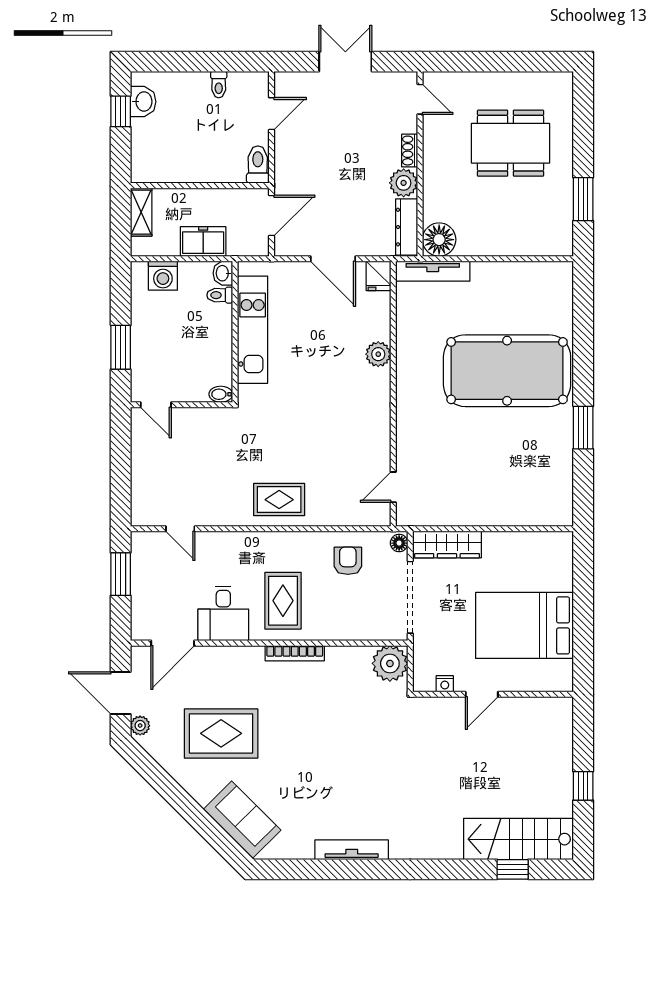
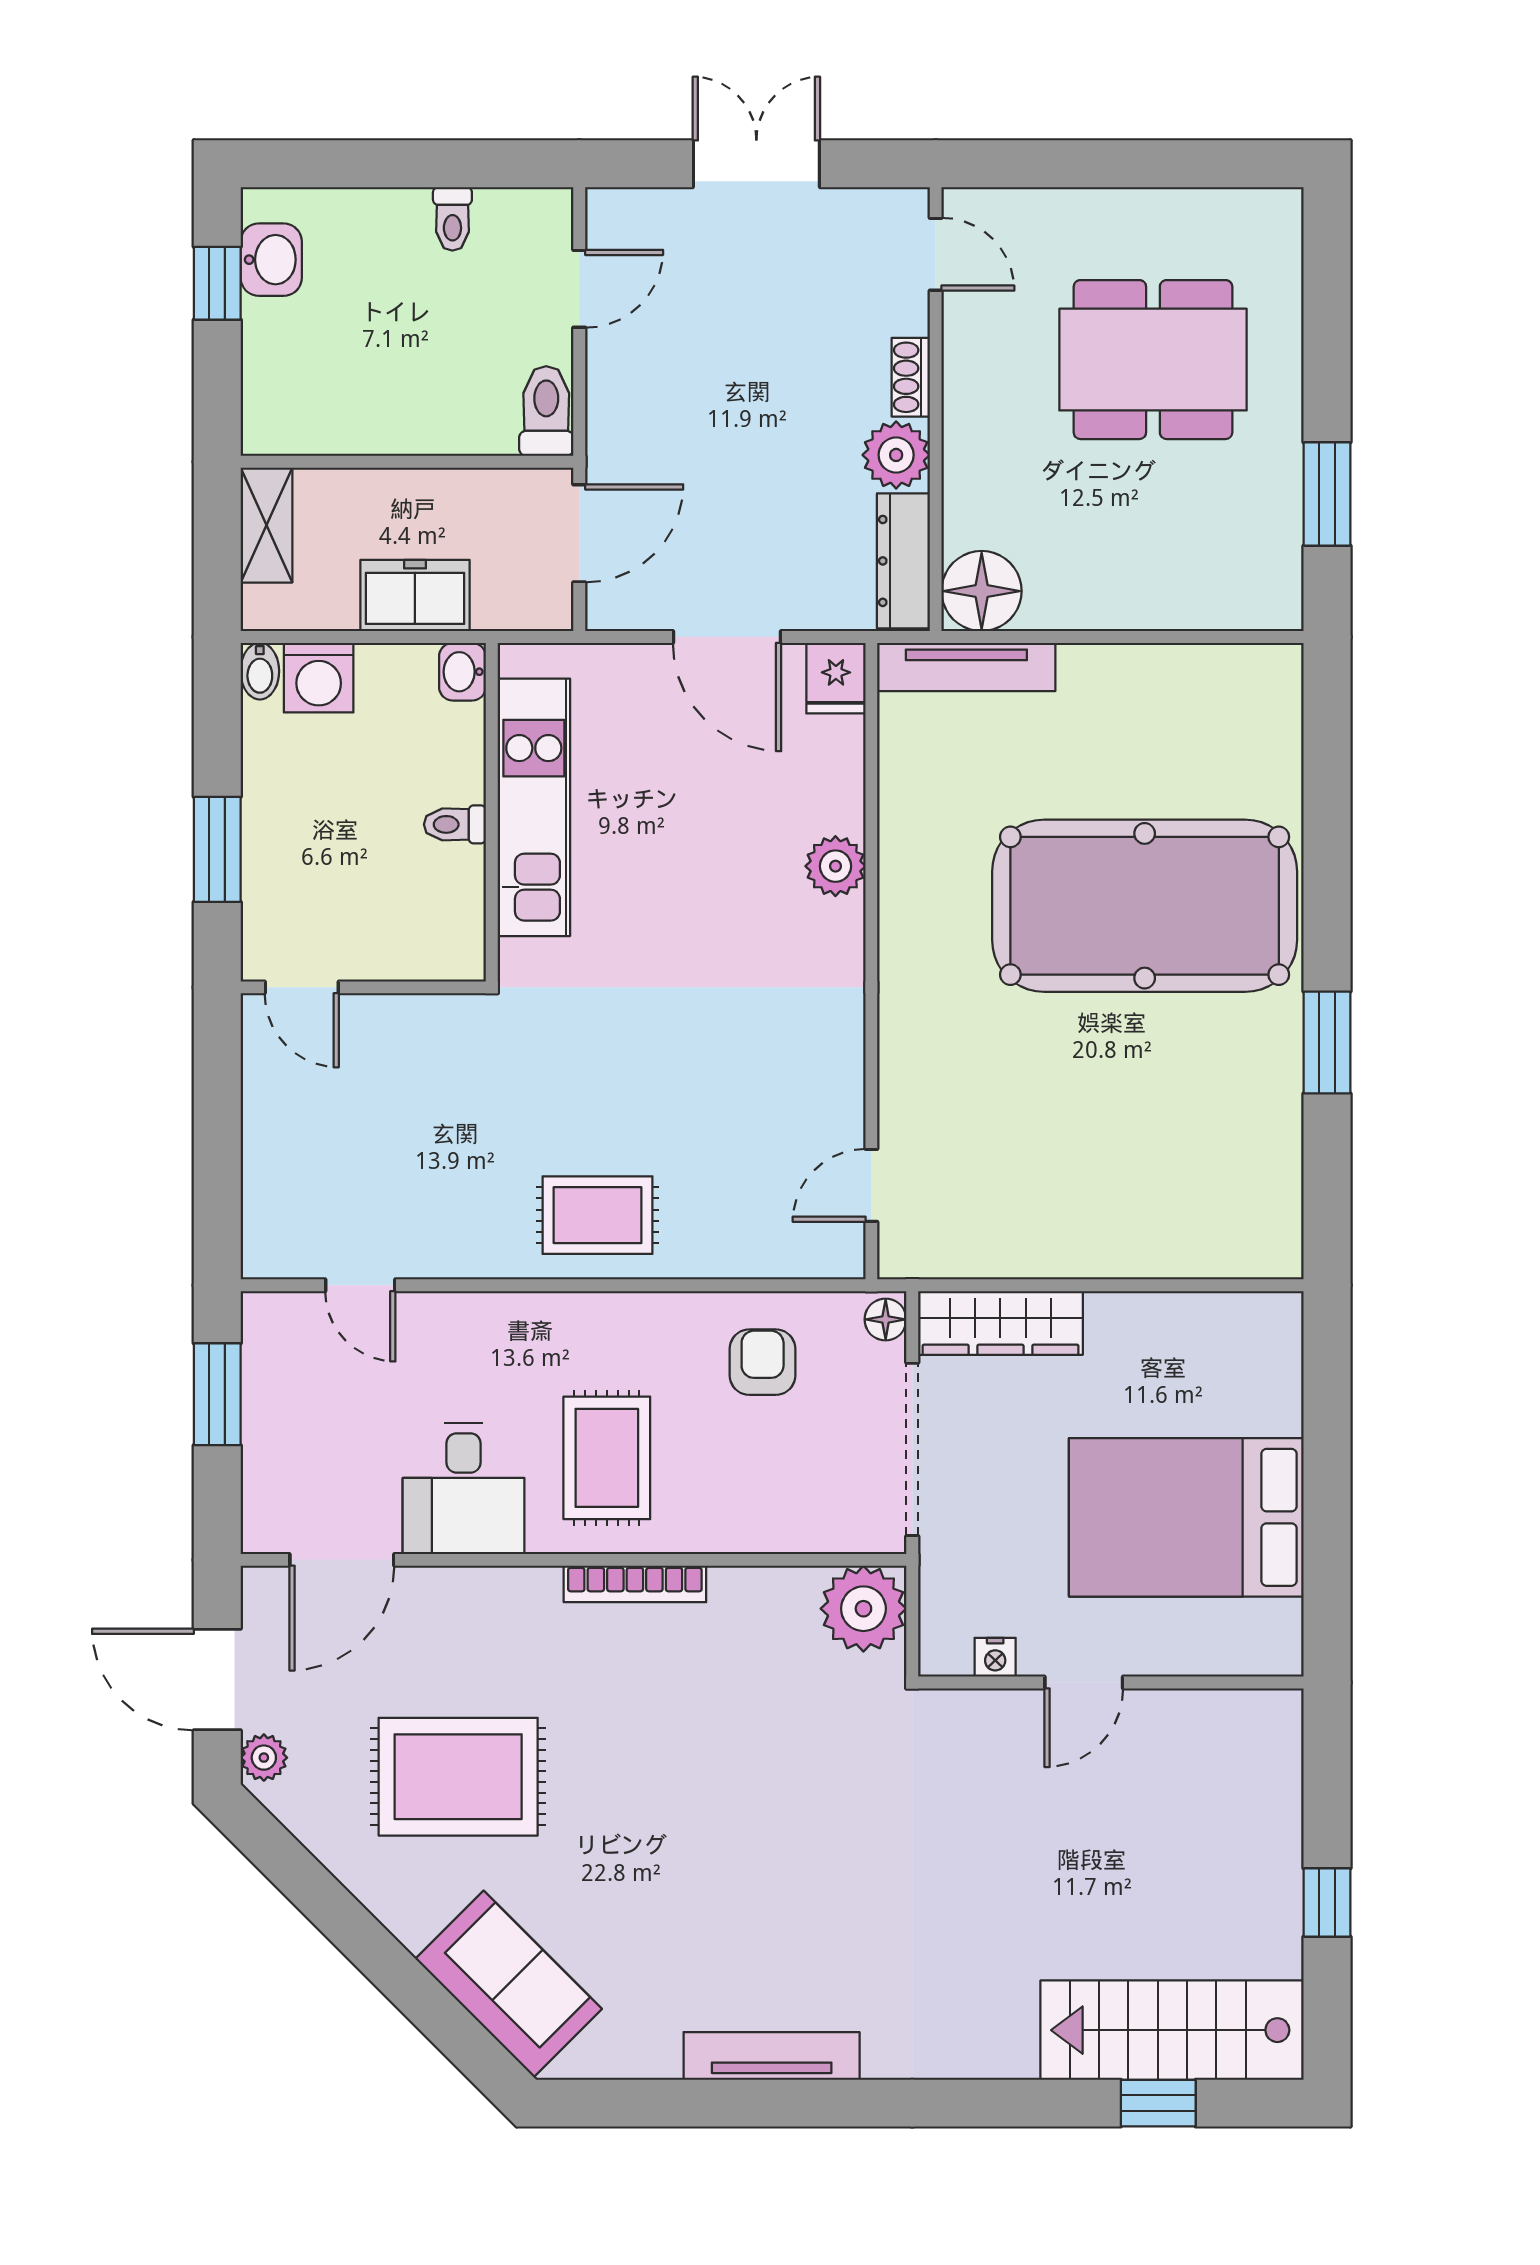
toilet: (220, 295) -> (455, 824), moved
bidet: (221, 394) -> (260, 671), moved, turned -90

